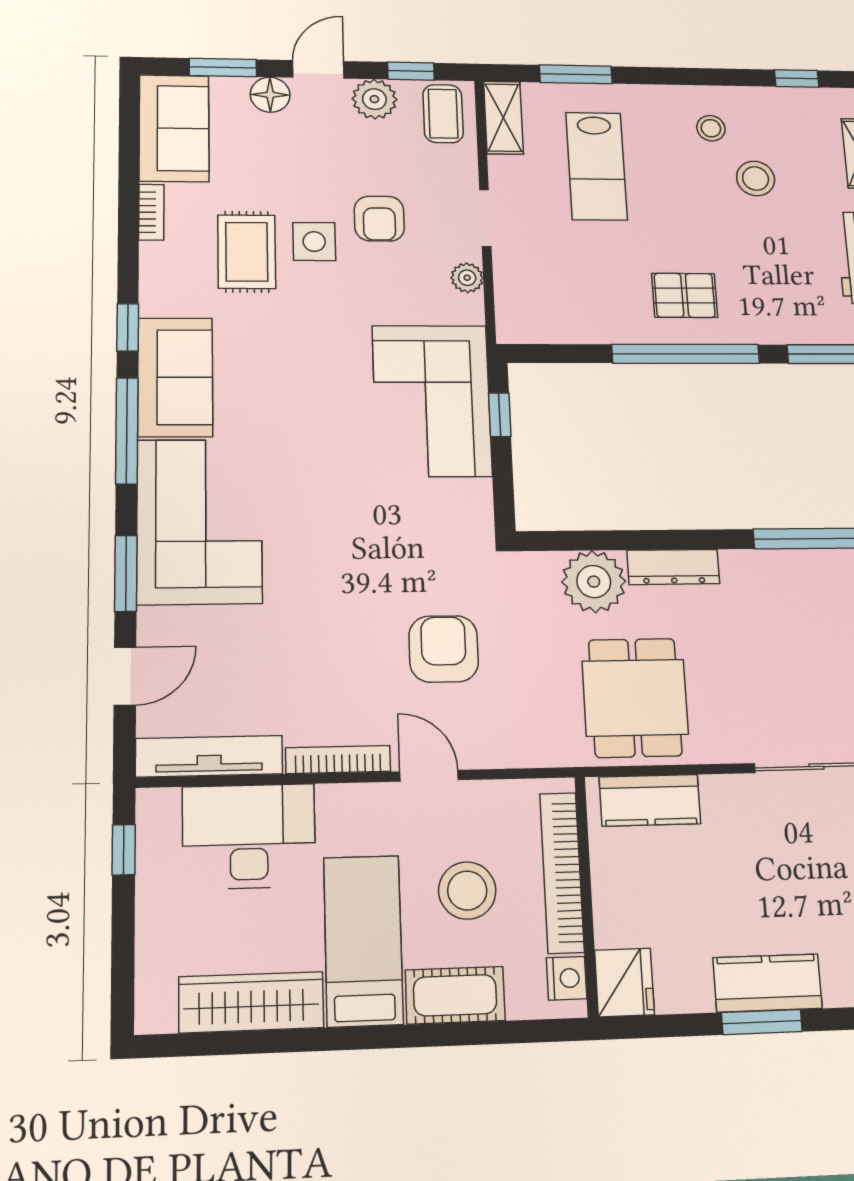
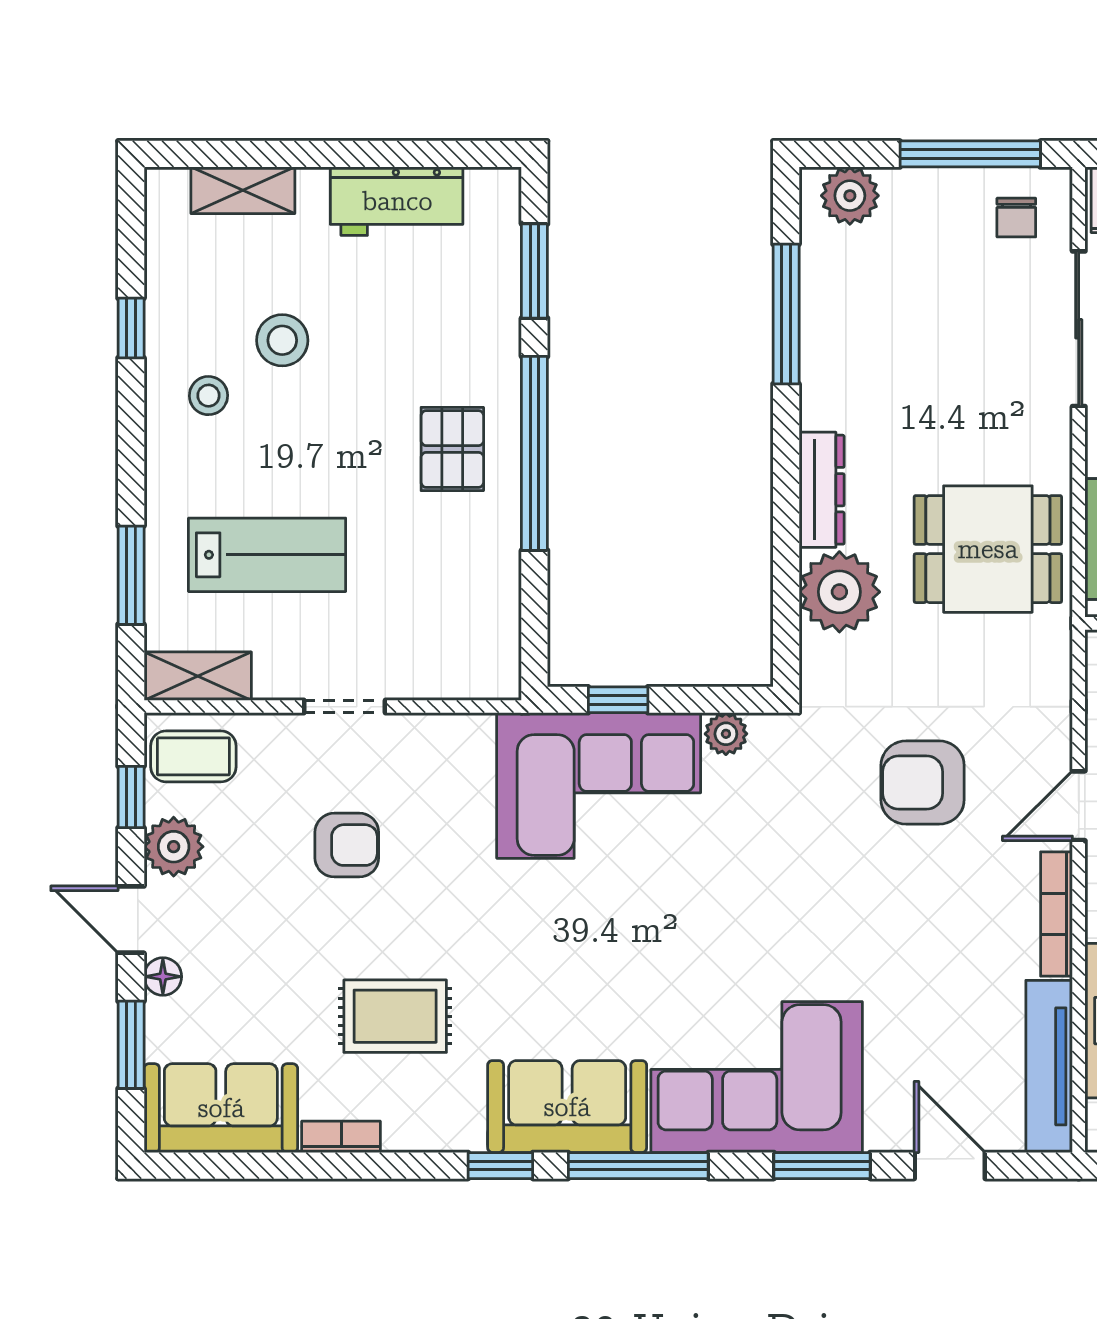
window: (797, 79) -> (131, 328), moved
floor lamp: (270, 95) -> (163, 977), width x0.73, depth x0.73
side table: (314, 242) -> (380, 930), removed
plant: (467, 278) -> (726, 734), moved

